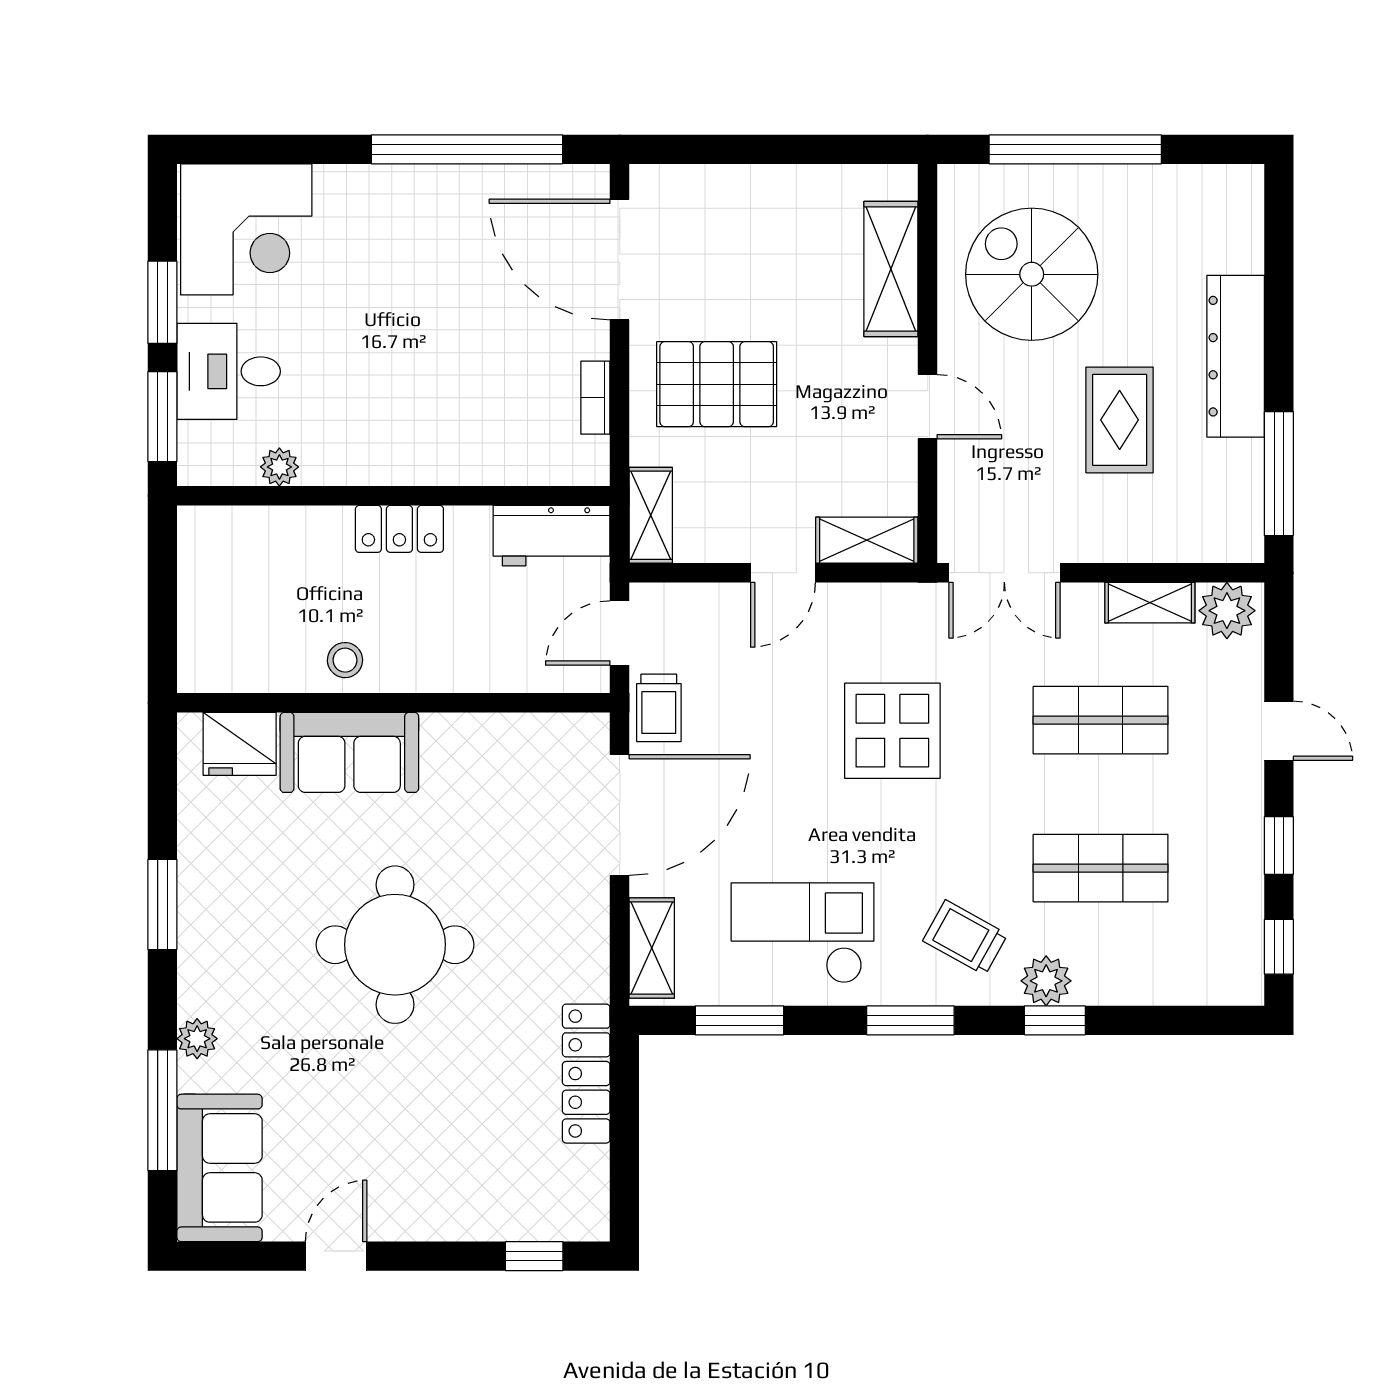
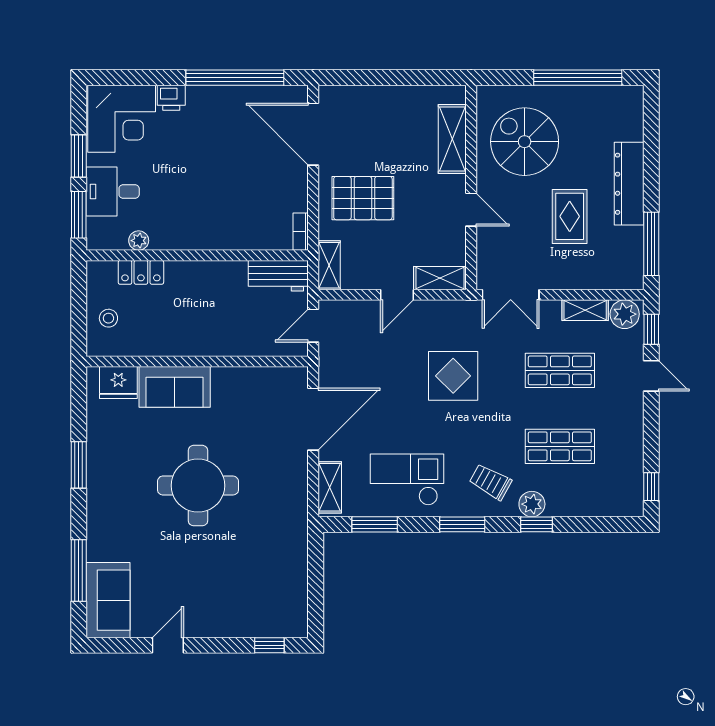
window: (1075, 149) -> (578, 78), moved
printer: (343, 188) -> (171, 98), added
bookcase: (595, 398) -> (301, 232), moved
locker: (399, 529) -> (141, 272), moved
stool: (345, 660) -> (108, 318), moved
trolley: (659, 708) -> (333, 364), removed
window: (1279, 845) -> (651, 329), moved
plant: (197, 1039) -> (96, 534), removed
locker: (586, 1074) -> (296, 552), removed

